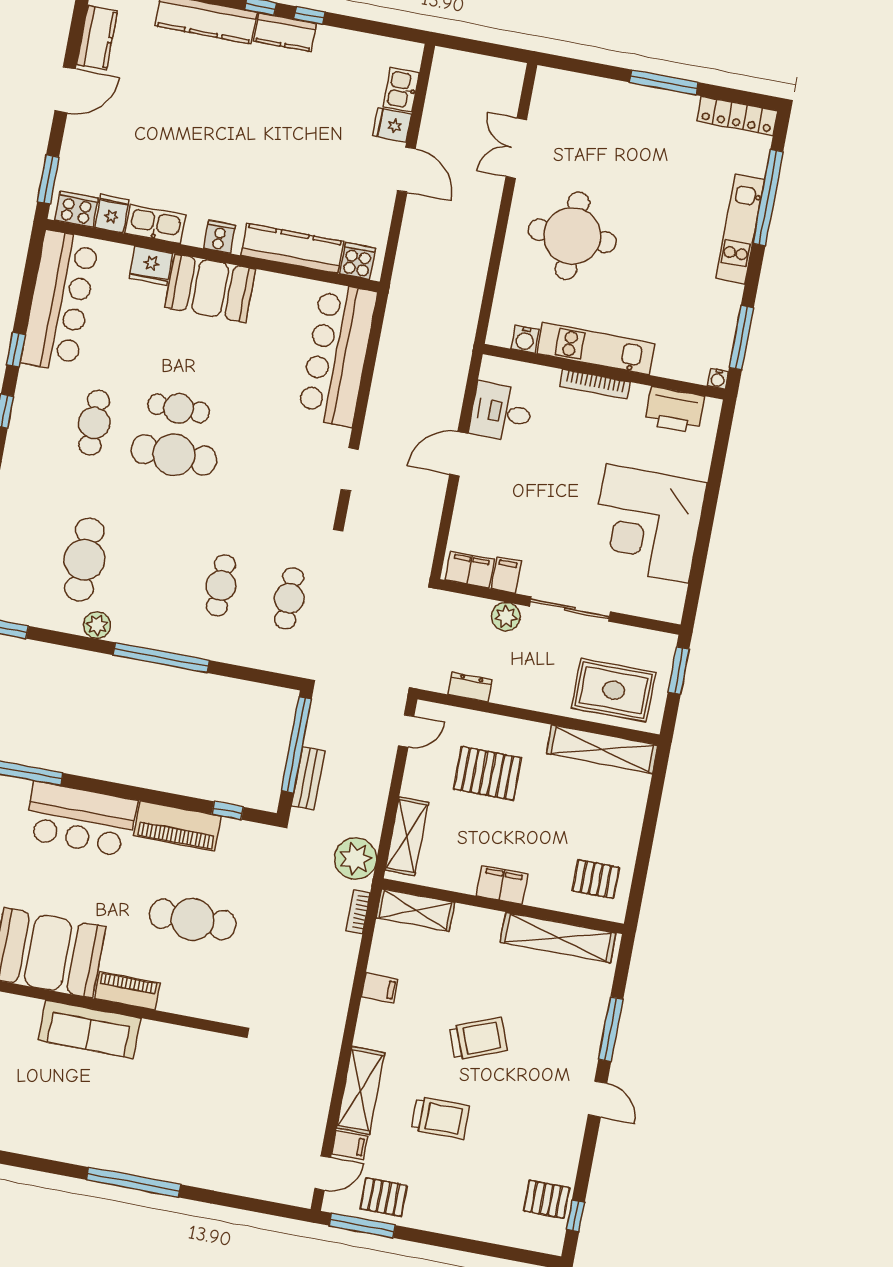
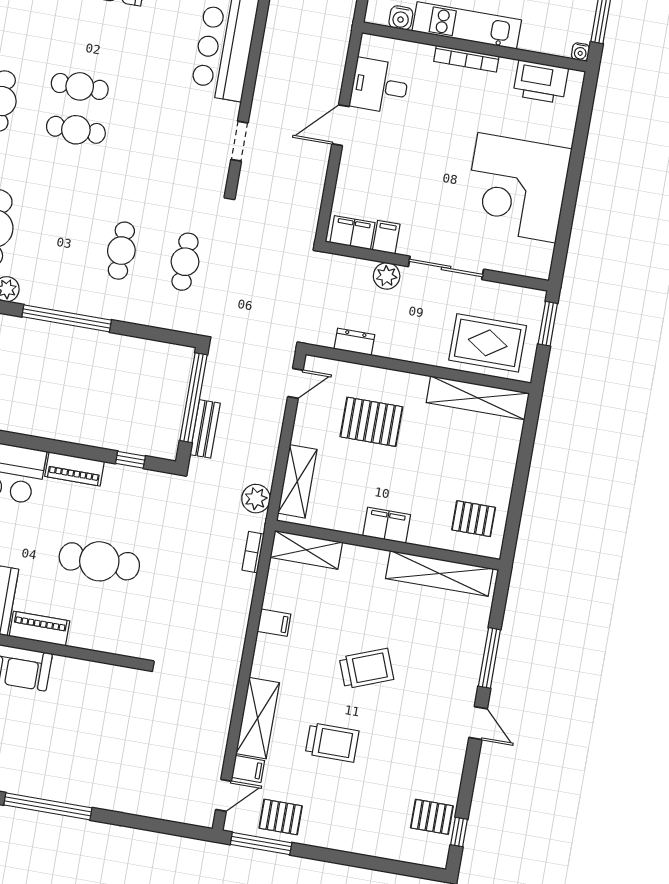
cafe table: (174, 455) -> (76, 130), width x0.73, depth x0.74
piano: (177, 826) -> (75, 469), width x0.73, depth x0.75
plant: (356, 859) -> (256, 499), width x0.73, depth x0.73

